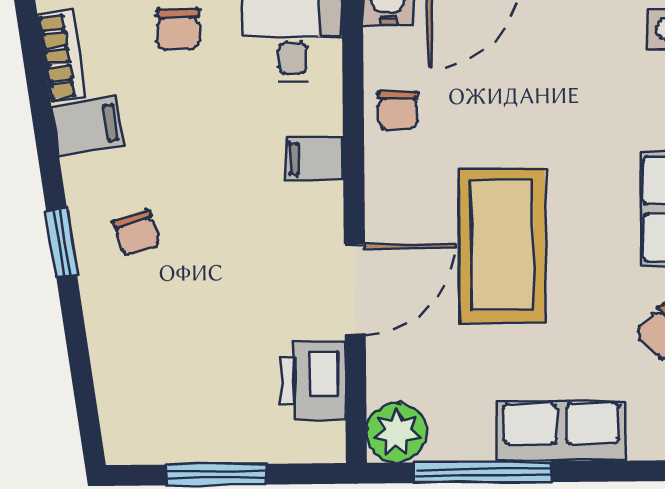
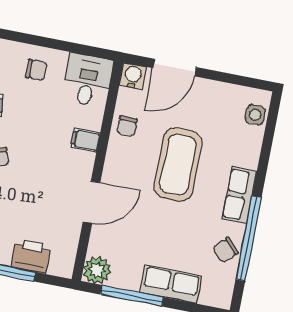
chair: (178, 29) -> (36, 70), turned -90
coffee table: (502, 245) -> (178, 164), moved
printer: (313, 381) -> (31, 256), moved, turned 90

